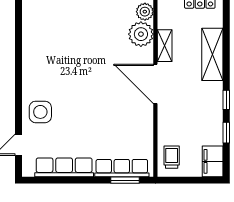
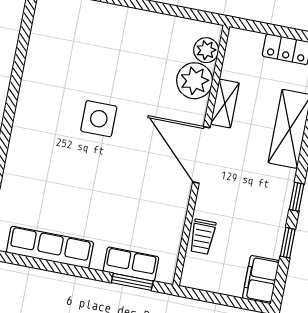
side table: (40, 112) -> (99, 119), moved
trolley: (172, 157) -> (203, 237), moved, turned 180
row of seats: (122, 168) -> (131, 264), width x0.68

